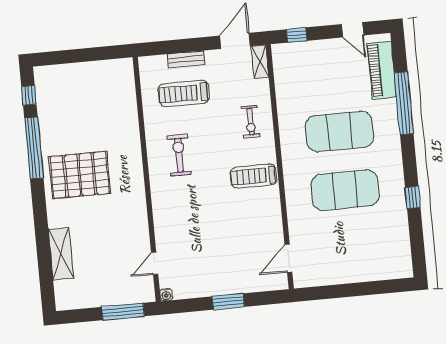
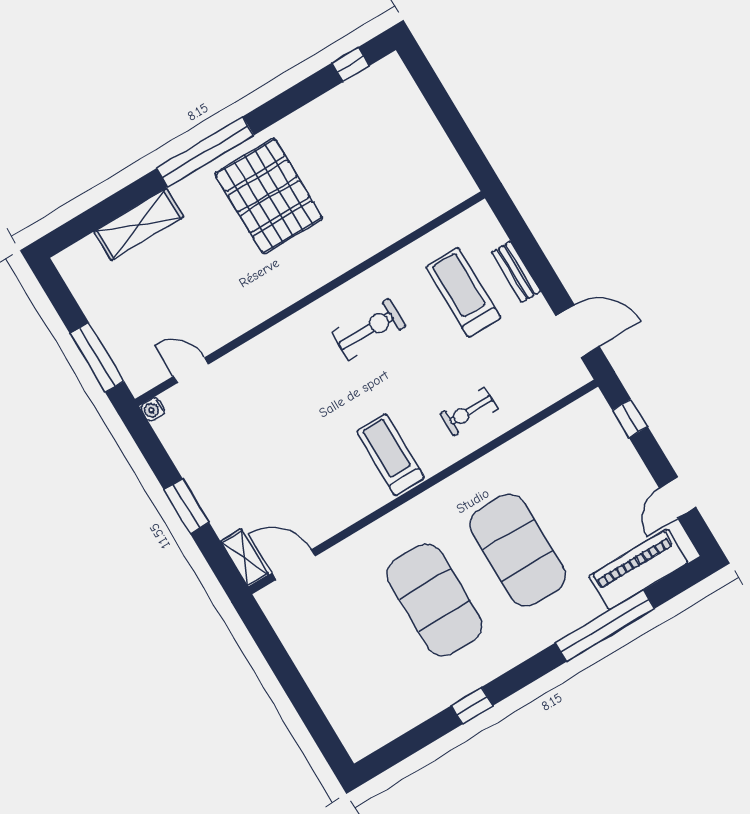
shelving: (260, 62) -> (244, 558), moved, turned 90
window: (34, 148) -> (205, 152), moved

